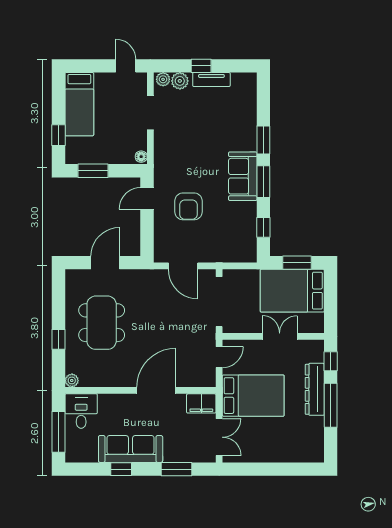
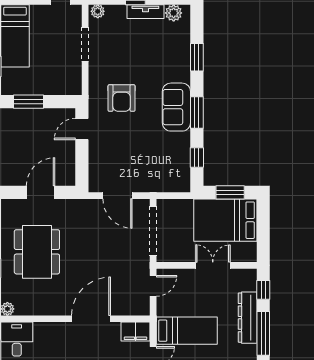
plant: (180, 81) -> (174, 13), moved
window: (263, 140) -> (197, 57), moved
floor lamp: (141, 157) -> (76, 88), removed
armchair: (188, 206) -> (122, 98), moved
bed: (253, 396) -> (187, 331), width x0.67

